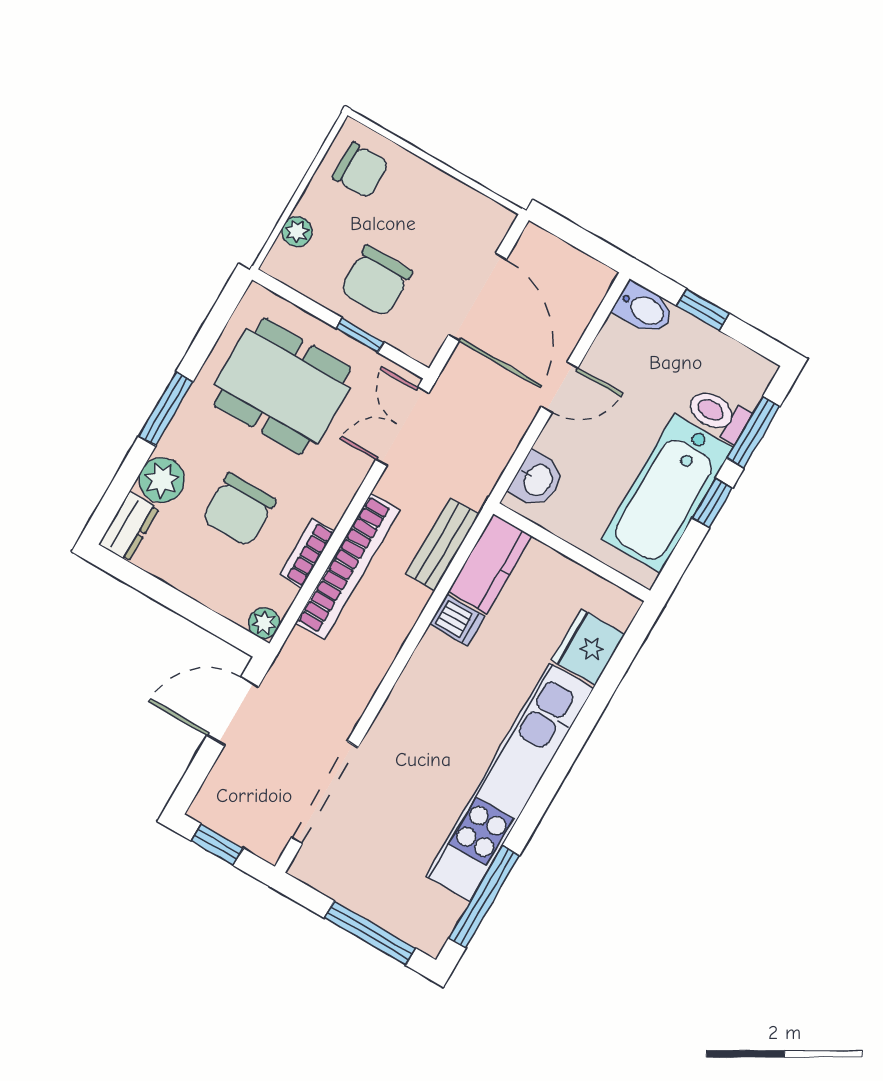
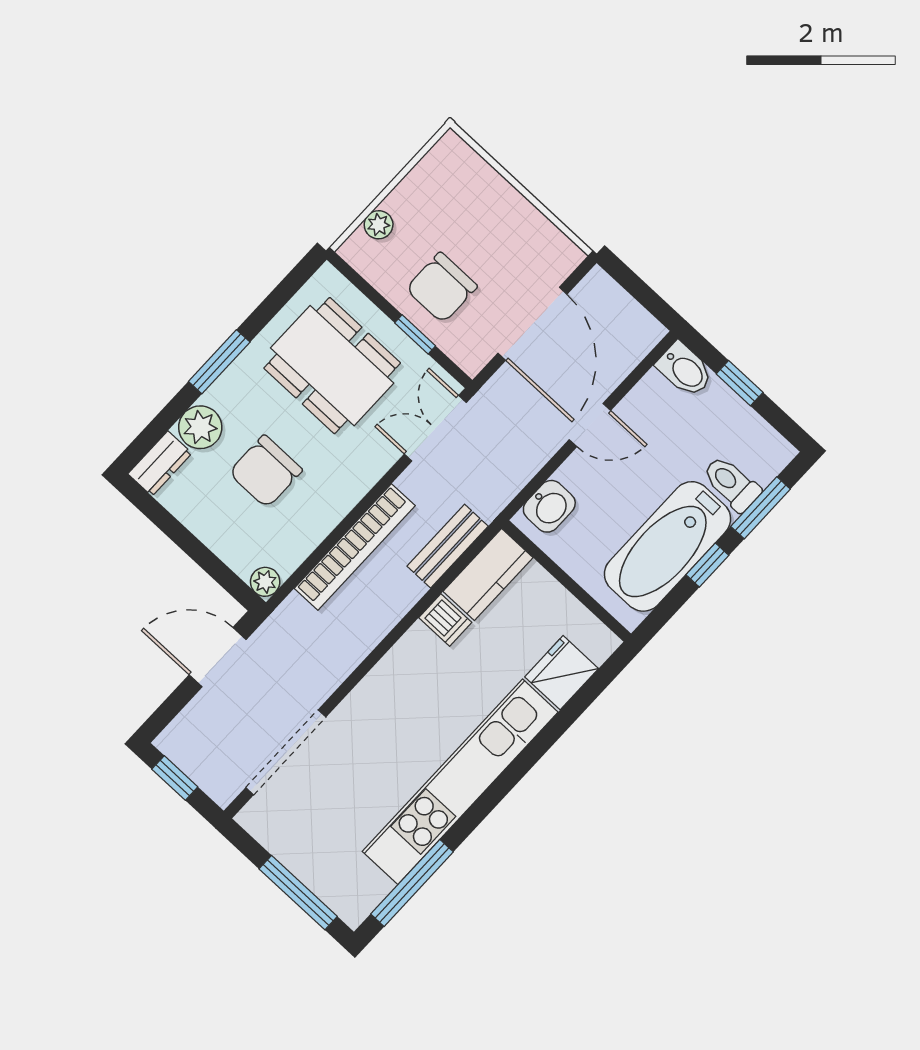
chair: (361, 170) -> (451, 181), removed
bookcase: (307, 553) -> (320, 526), removed

